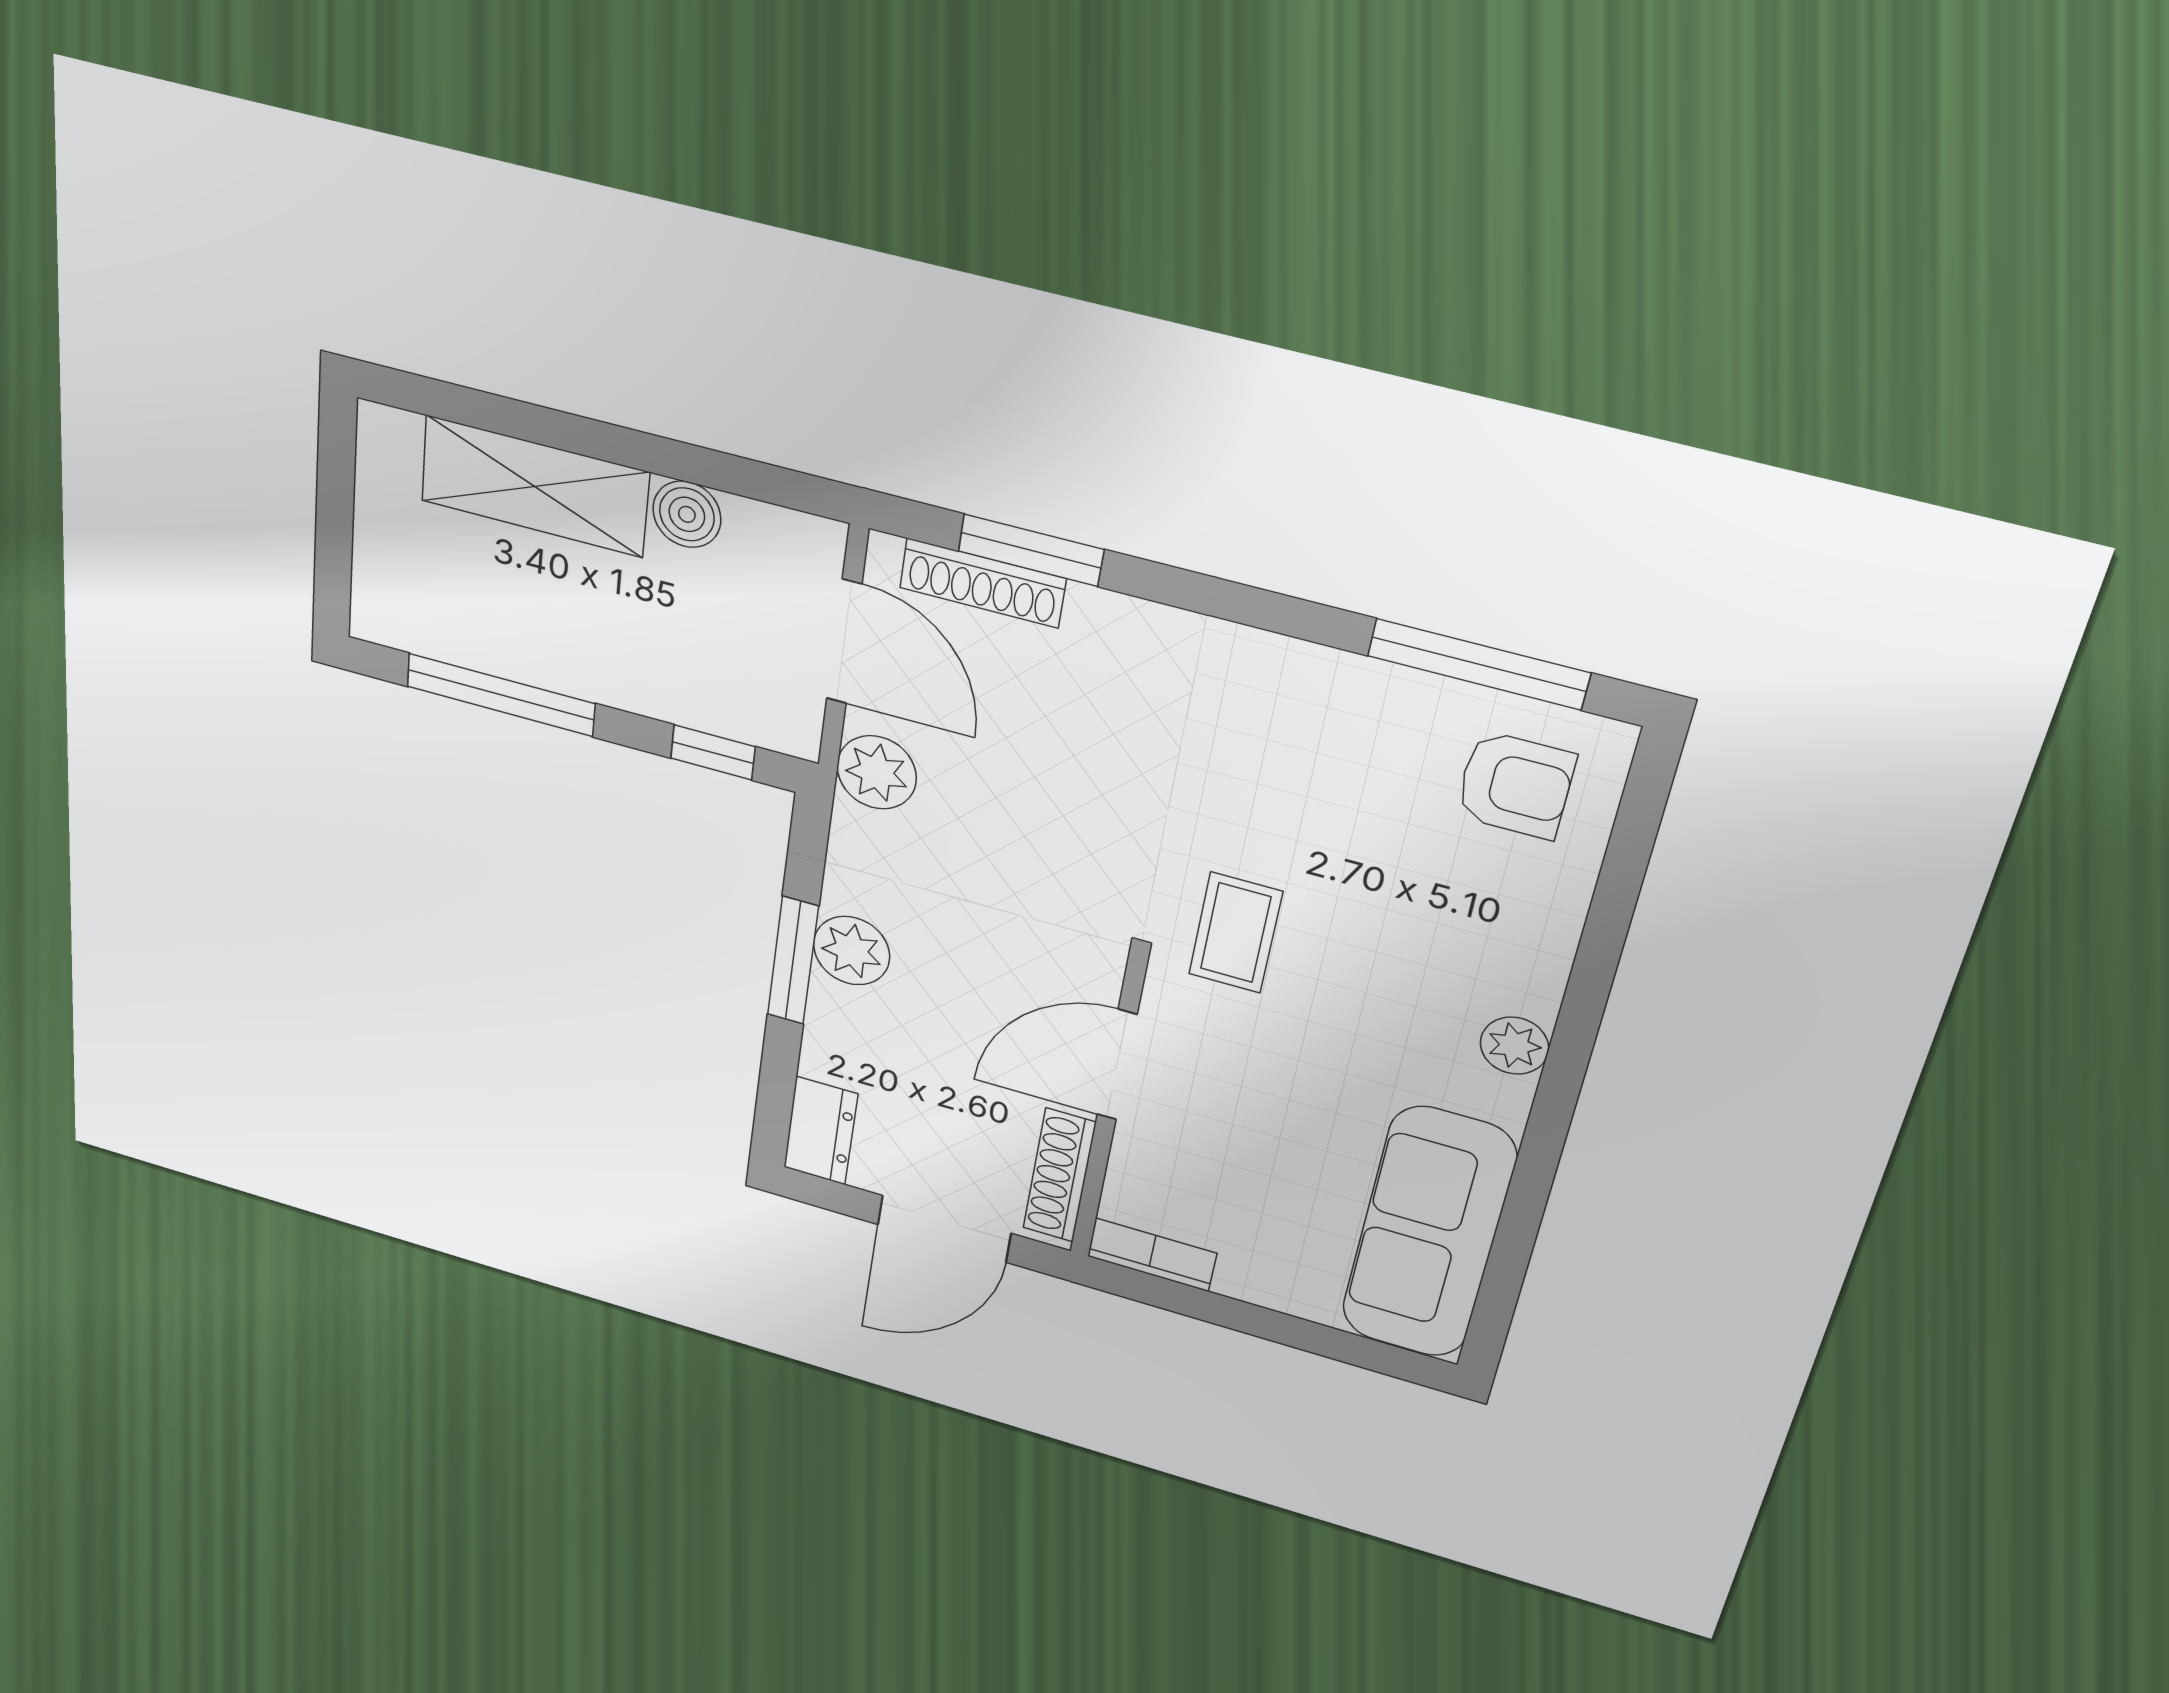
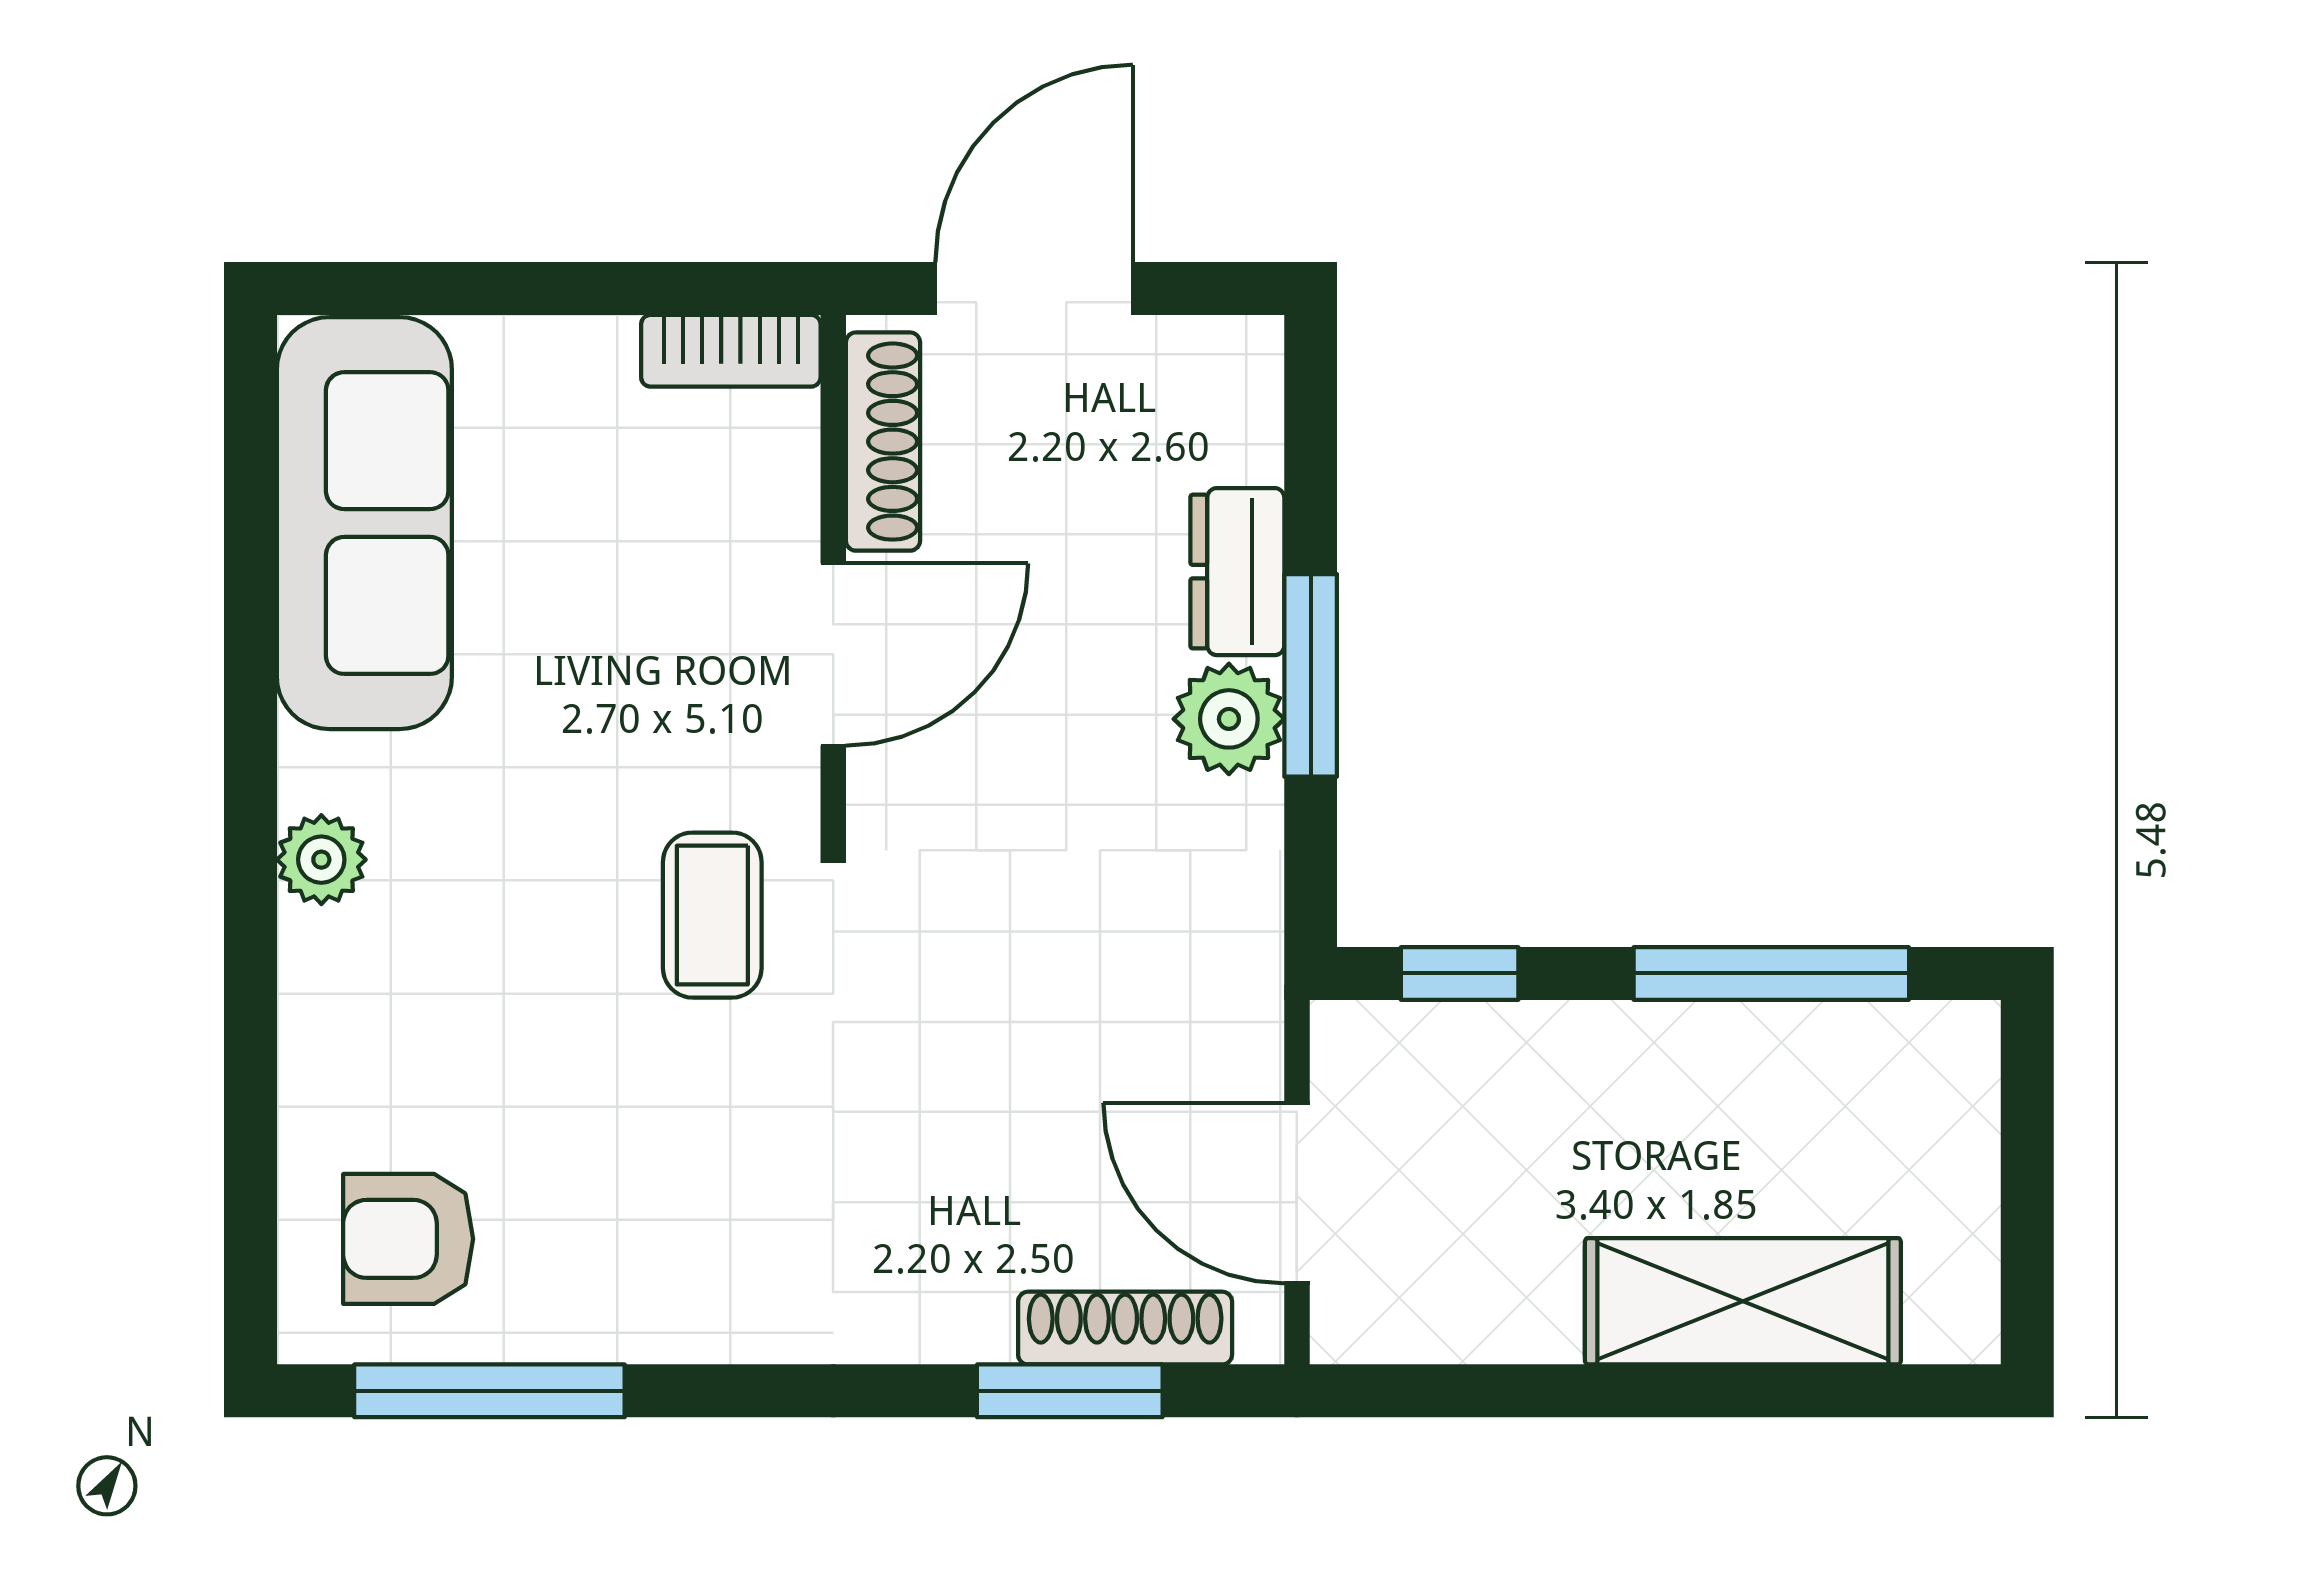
boiler: (687, 514) -> (1529, 1318), removed
plant: (877, 772) -> (1229, 1011), removed
dresser: (821, 1131) -> (1237, 572), moved

